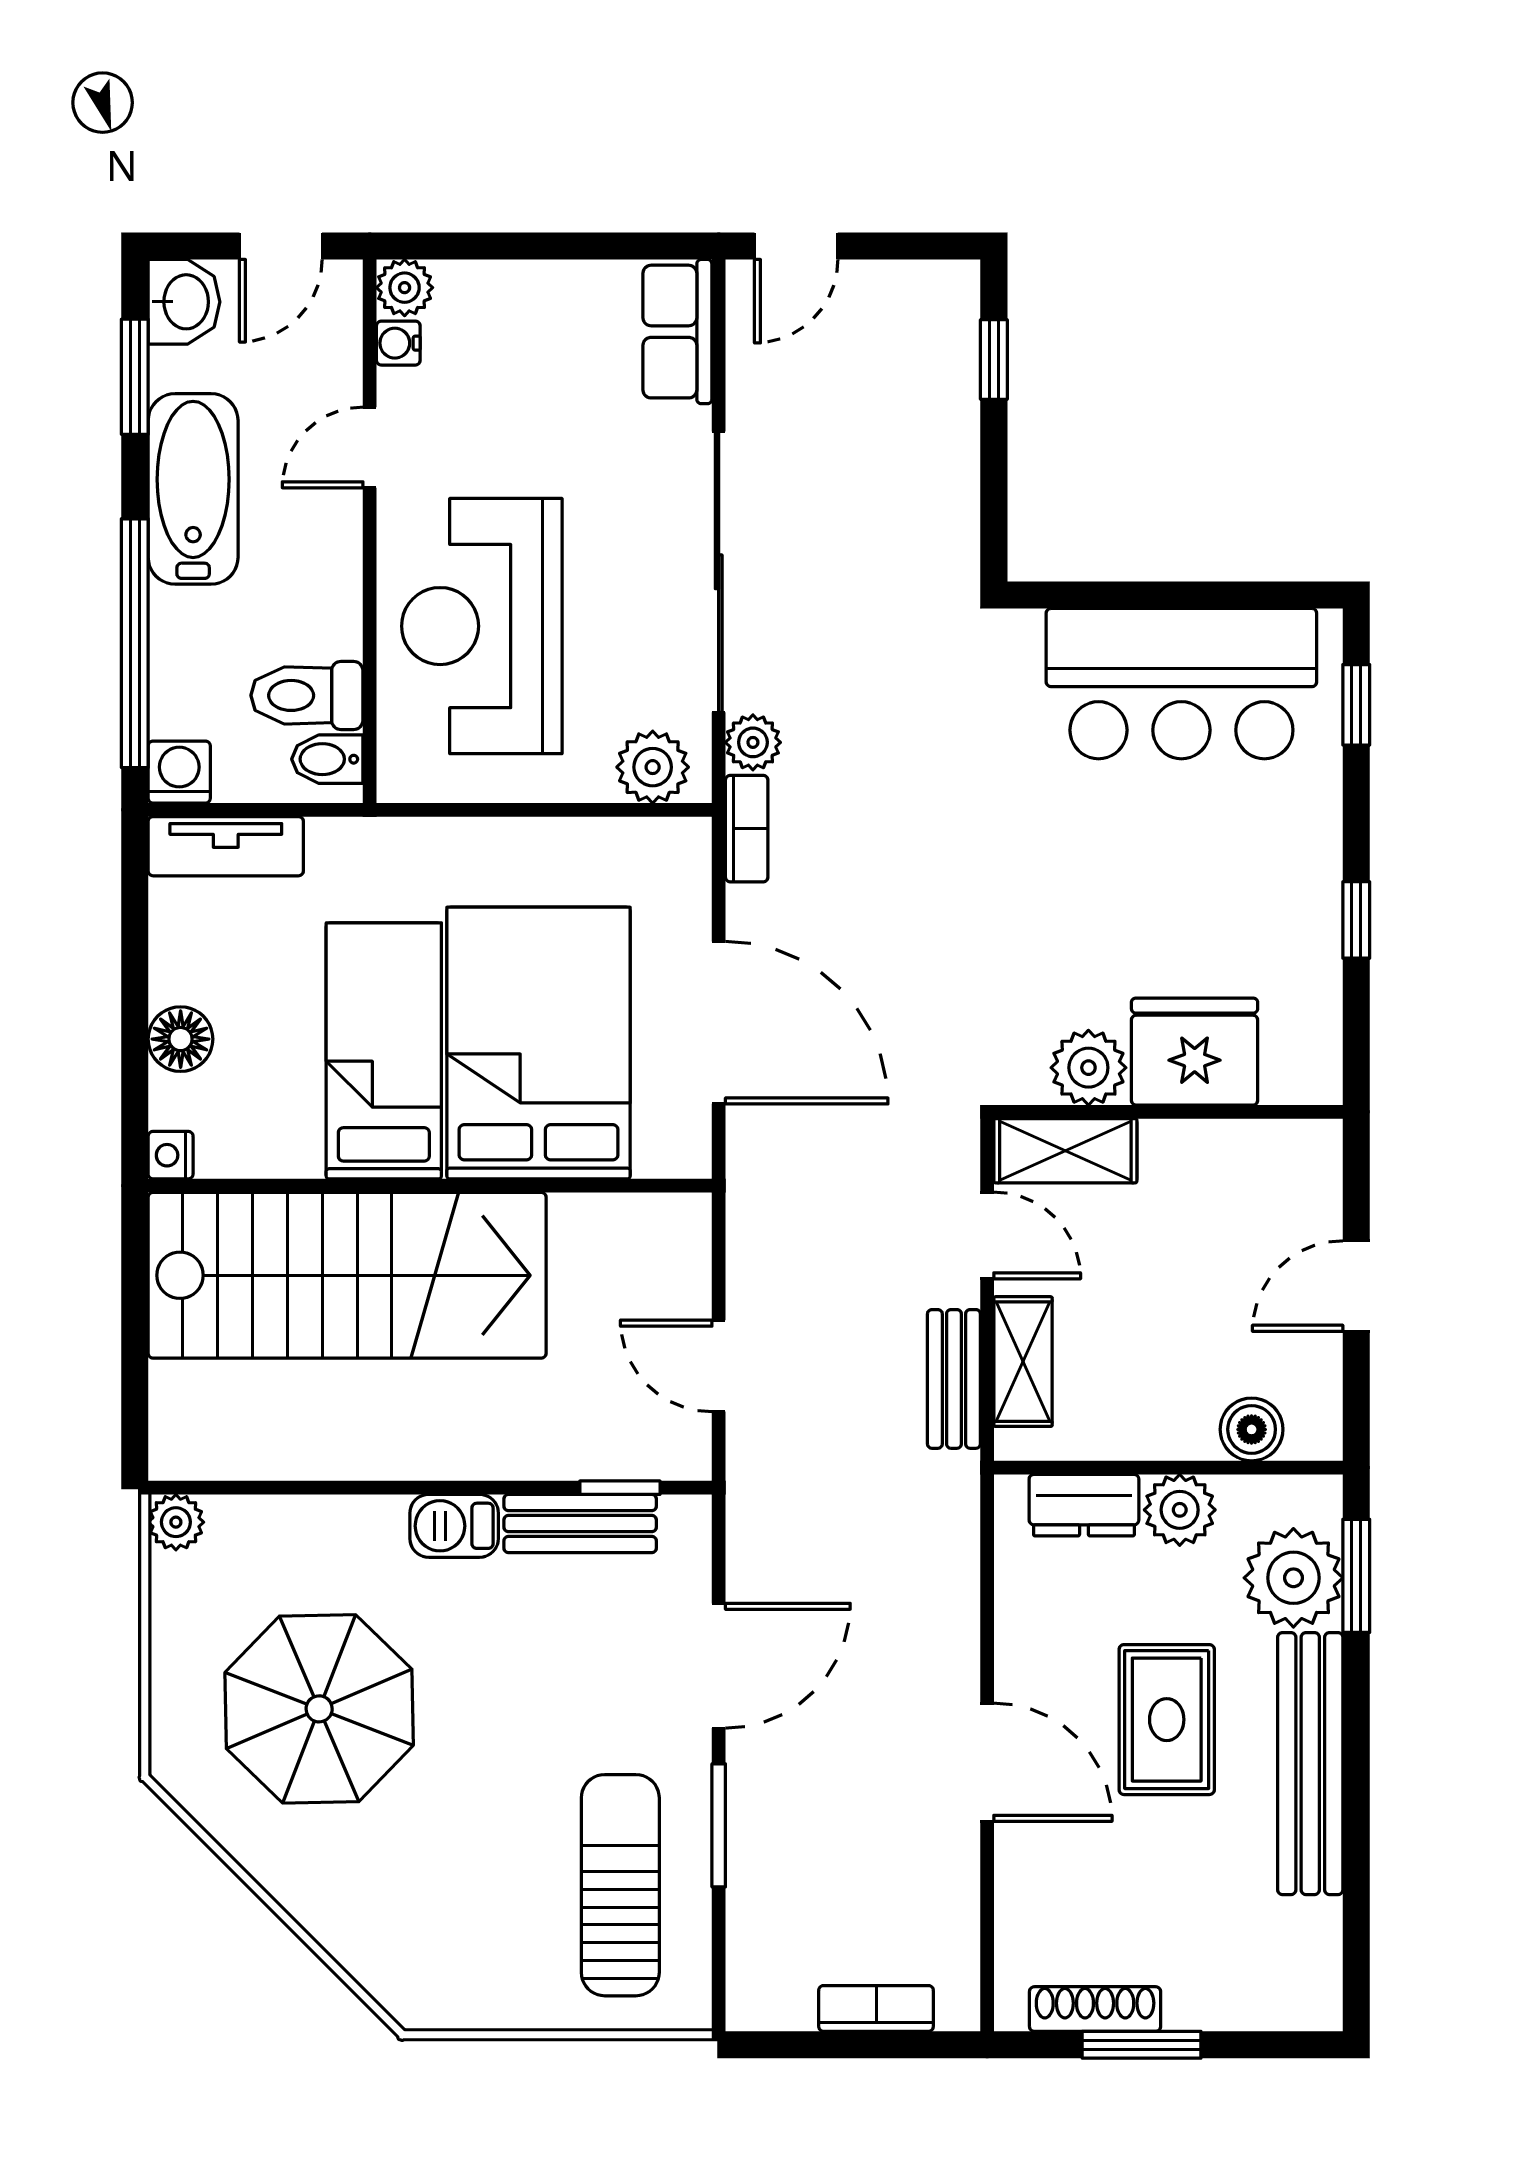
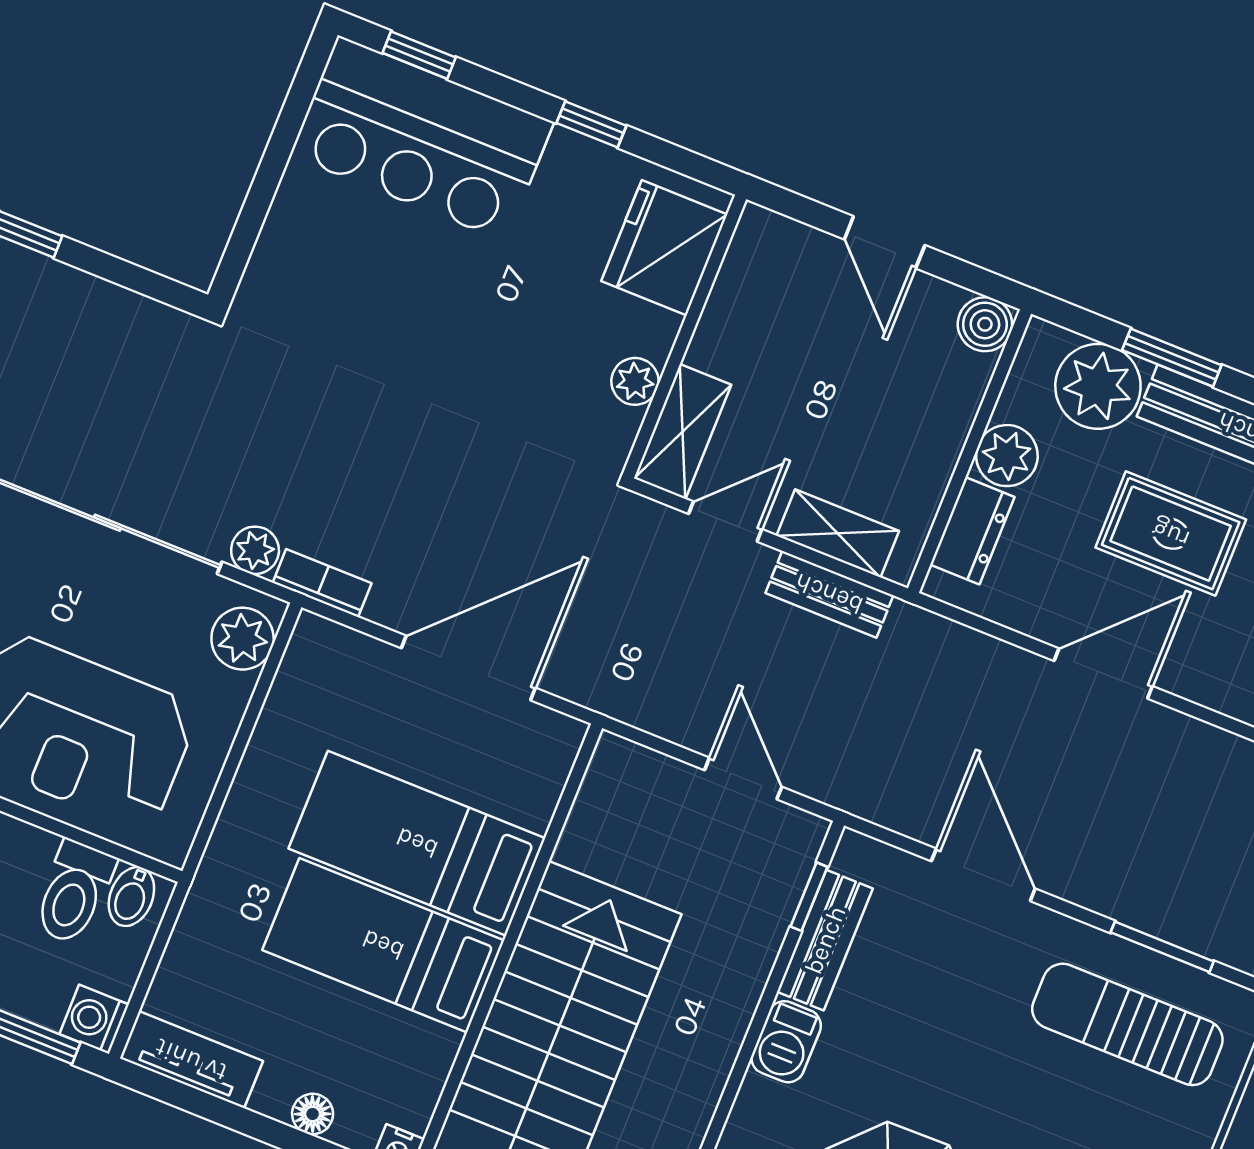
bar counter: (1181, 684) -> (422, 139), moved, turned 90
tv unit: (226, 846) -> (191, 1060), moved, turned -90
floor lamp: (181, 1039) -> (313, 1114), width x0.73, depth x0.73
bed: (538, 1043) -> (417, 843), width x0.67
fridge: (1195, 1052) -> (664, 248), moved
plant: (1088, 1068) -> (635, 381), width x0.73, depth x0.73
door: (719, 1366) -> (743, 778), swing flipped
boiler: (1252, 1429) -> (985, 324), moved
window: (1356, 1576) -> (1172, 358), moved
door: (987, 1762) -> (1103, 673), moved
window: (719, 1825) -> (1162, 947), moved

